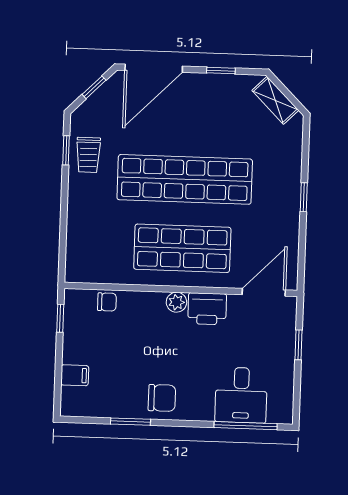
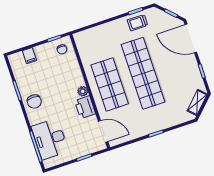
chair: (107, 302) -> (62, 49), moved
desk: (241, 395) -> (50, 139), width x1.37

